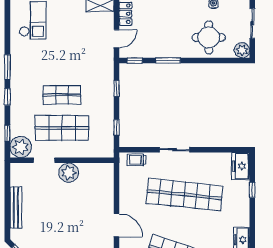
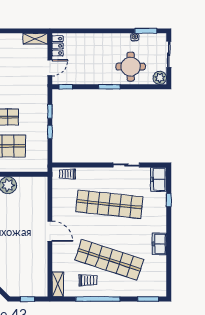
window: (168, 60) -> (109, 87), moved
window: (117, 127) -> (50, 132), moved
sliding door: (175, 150) -> (126, 165), moved

